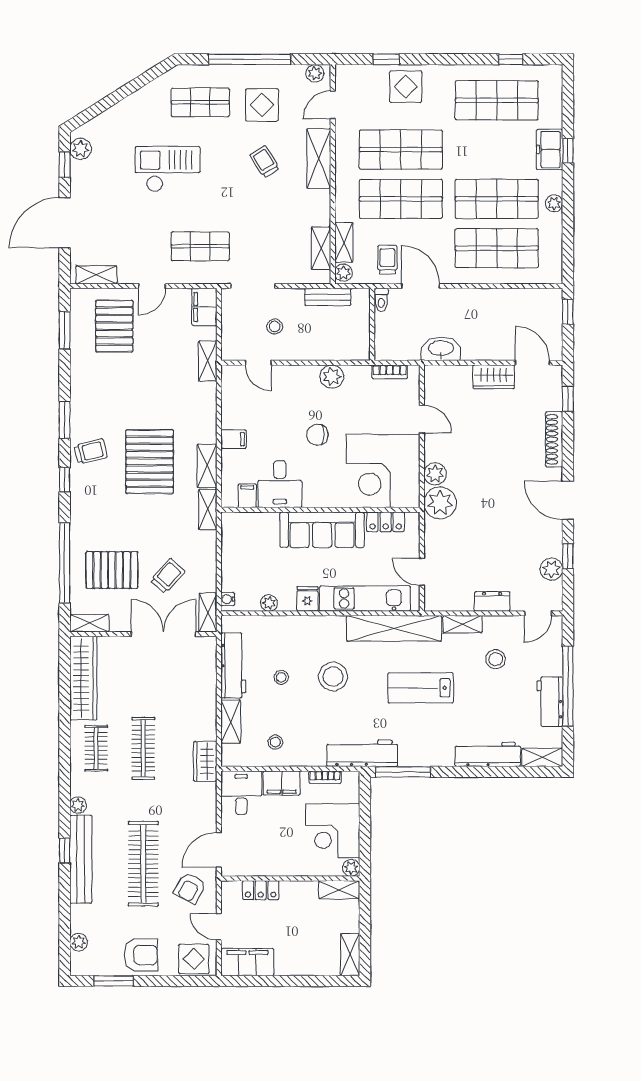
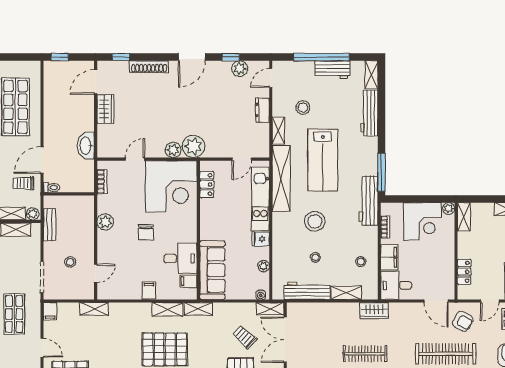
filing cabinet: (204, 307) -> (50, 311), width x0.50
sofa: (322, 530) -> (212, 270), moved
door: (538, 613) -> (271, 78), swing flipped
lab bench: (421, 688) -> (323, 160), width x1.36, depth x1.39

